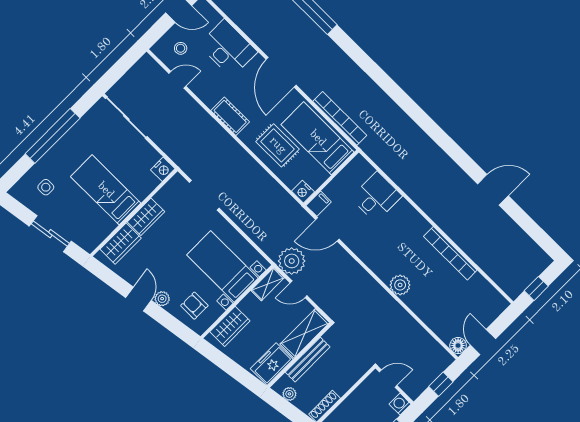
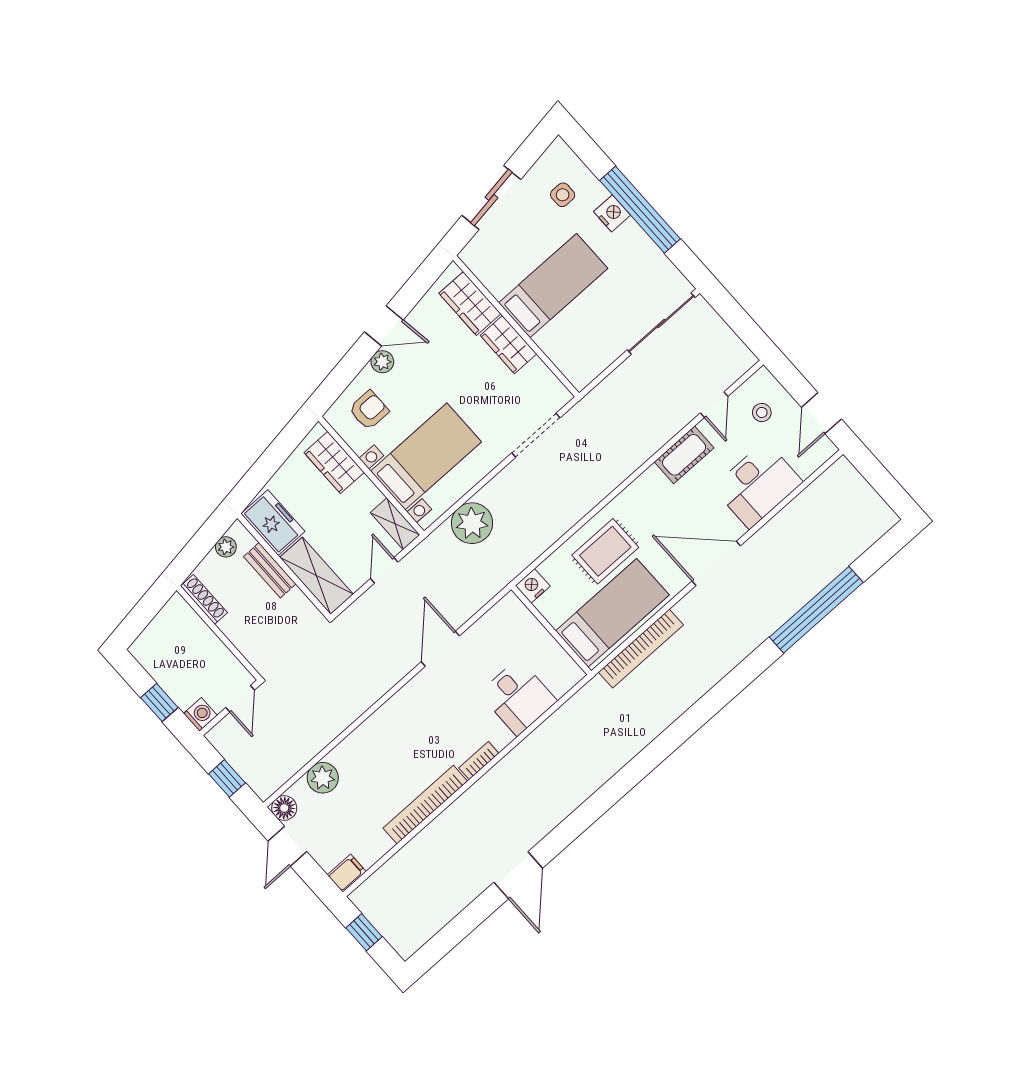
cot: (230, 116) -> (684, 455), moved
nightstand: (163, 169) -> (612, 213), moved, turned 180
filing cabinet: (319, 204) -> (347, 873), moved, turned -90
bookcase: (419, 220) -> (479, 761), added
door: (327, 229) -> (440, 649), moved
plant: (292, 261) -> (472, 523), moved
plant: (400, 285) -> (323, 778), moved
door: (483, 342) -> (287, 846), swing flipped
bench: (308, 360) -> (270, 570), width x0.73

